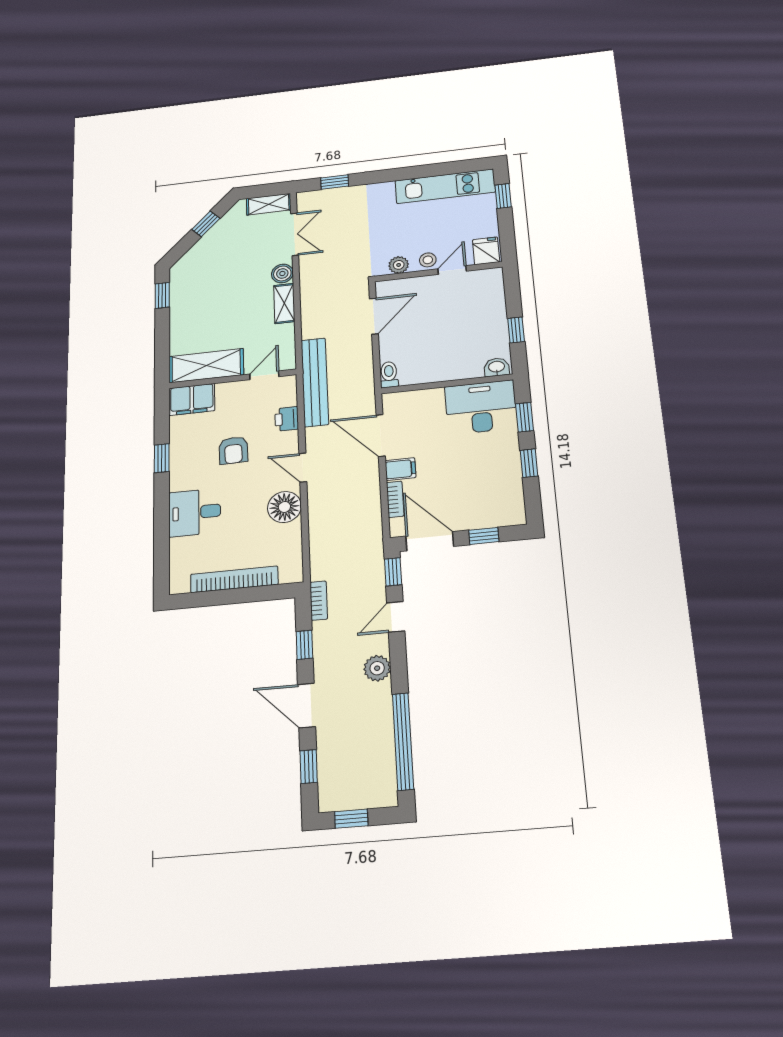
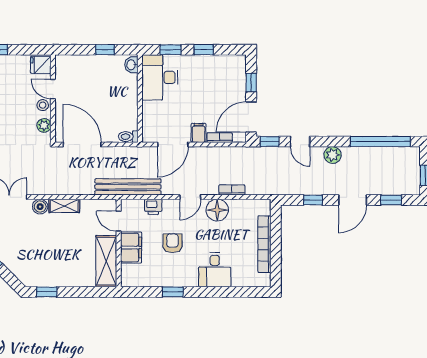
door: (374, 316) -> (82, 145), width x1.36
filing cabinet: (192, 399) -> (131, 247), moved
armchair: (233, 450) -> (172, 243), turned -89
bookcase: (319, 601) -> (232, 190), moved

